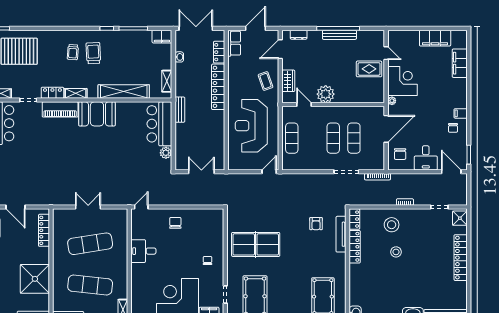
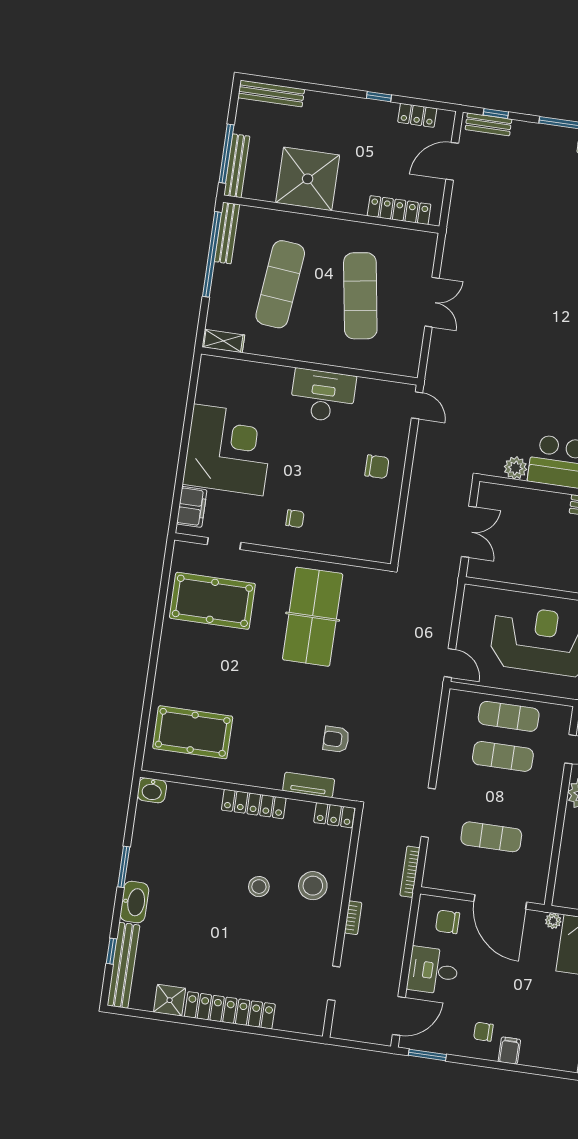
exercise mat: (333, 138) -> (503, 756), moved
shower: (460, 218) -> (170, 1000), moved
tv unit: (341, 234) -> (309, 785), width x0.71
locker: (355, 247) -> (254, 804), moved
desk: (143, 251) -> (323, 396), width x1.37

